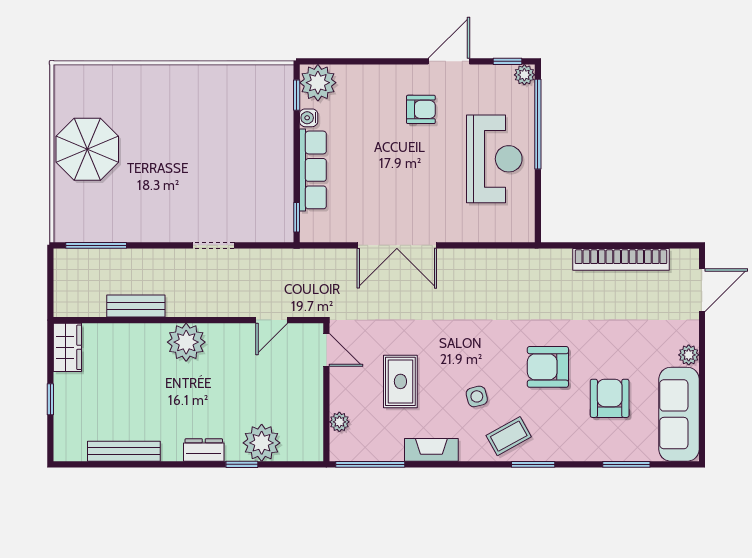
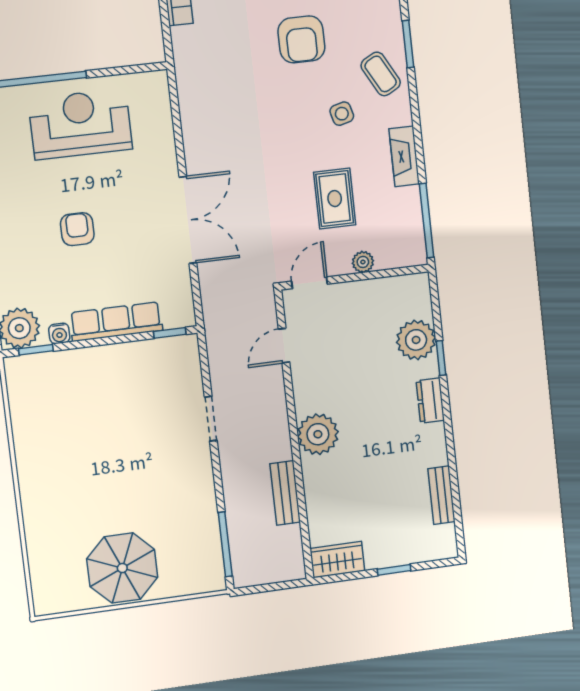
armchair: (421, 109) -> (77, 229), moved
door: (272, 320) -> (284, 346), swing flipped
rug: (400, 381) -> (335, 199), turned 90
plant: (339, 422) -> (363, 262), moved
bench: (124, 451) -> (442, 495), width x0.73

